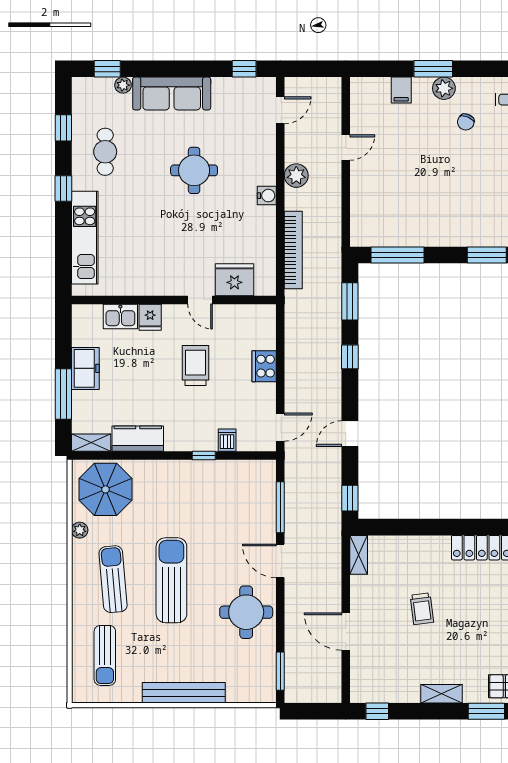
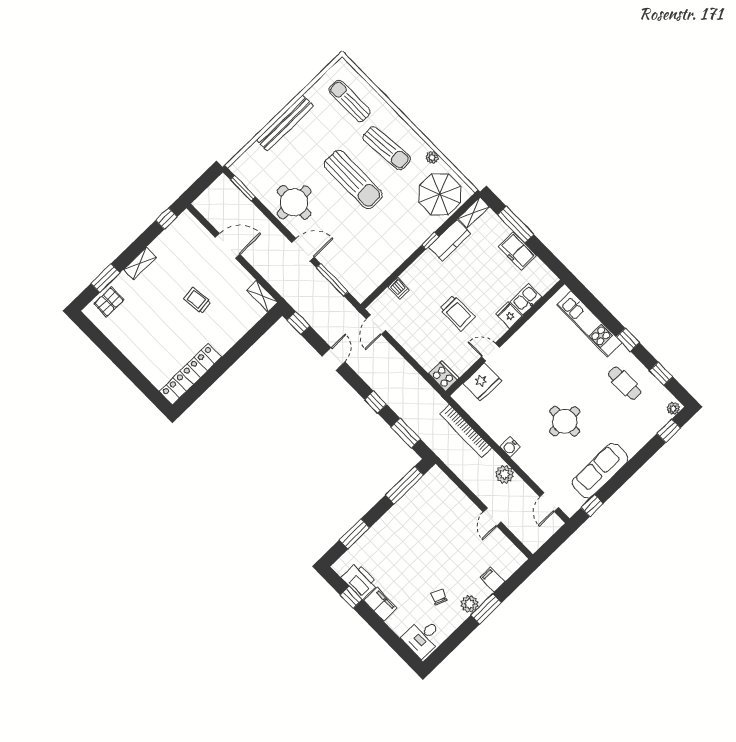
plant: (123, 85) -> (673, 408), moved
sofa: (172, 93) -> (600, 471), moved
cooker: (264, 366) -> (444, 376), moved
window: (204, 455) -> (430, 241), moved

